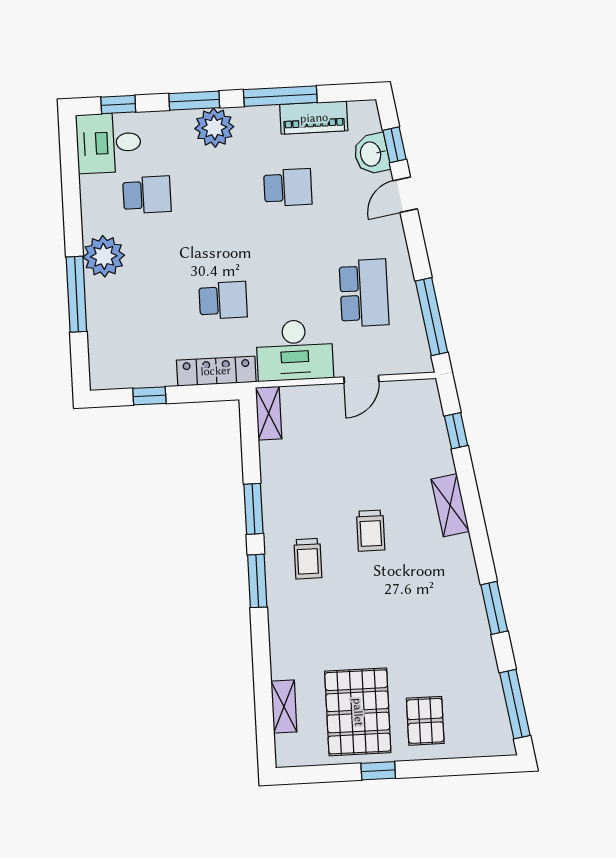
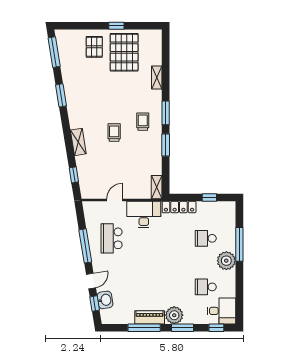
piano: (314, 118) -> (150, 317), moved
school desk: (288, 187) -> (143, 287), removed
school desk: (223, 300) -> (206, 238), moved
window: (432, 317) -> (85, 246), moved
shelving: (284, 707) -> (157, 78), moved

